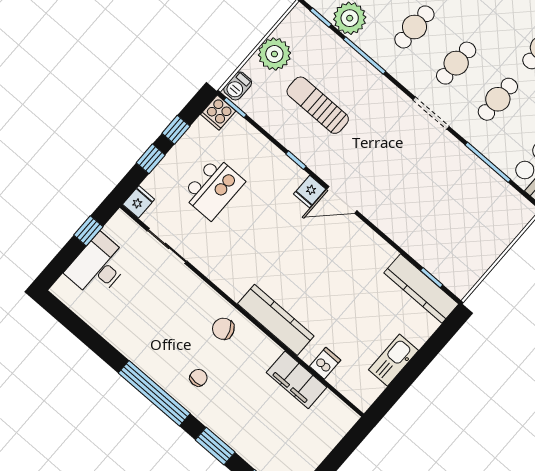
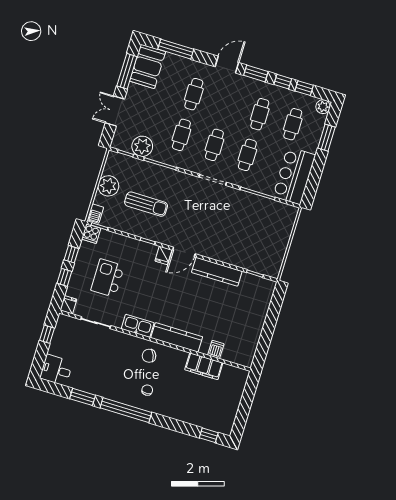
sun lounger: (318, 105) -> (146, 204), turned 180
kitchen island: (213, 188) -> (108, 278), turned 180
desk: (98, 266) -> (56, 370), moved, width x0.73
kitchen counter: (421, 288) -> (217, 272), moved
kitchen sink: (393, 360) -> (138, 326), moved, turned 90
window: (215, 446) -> (83, 397), moved

